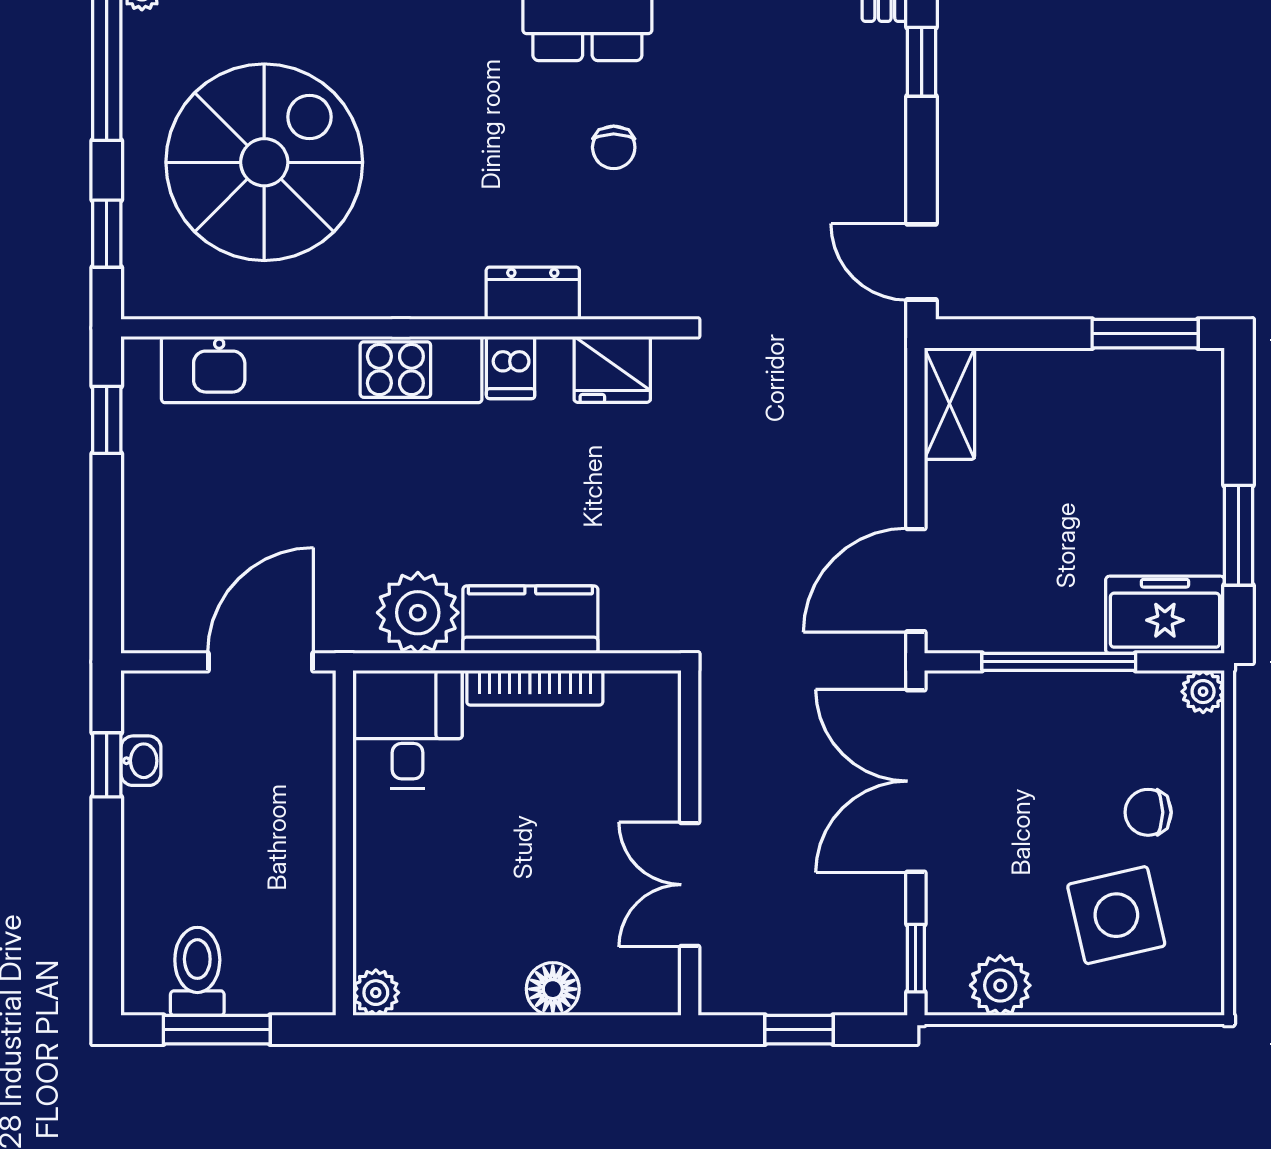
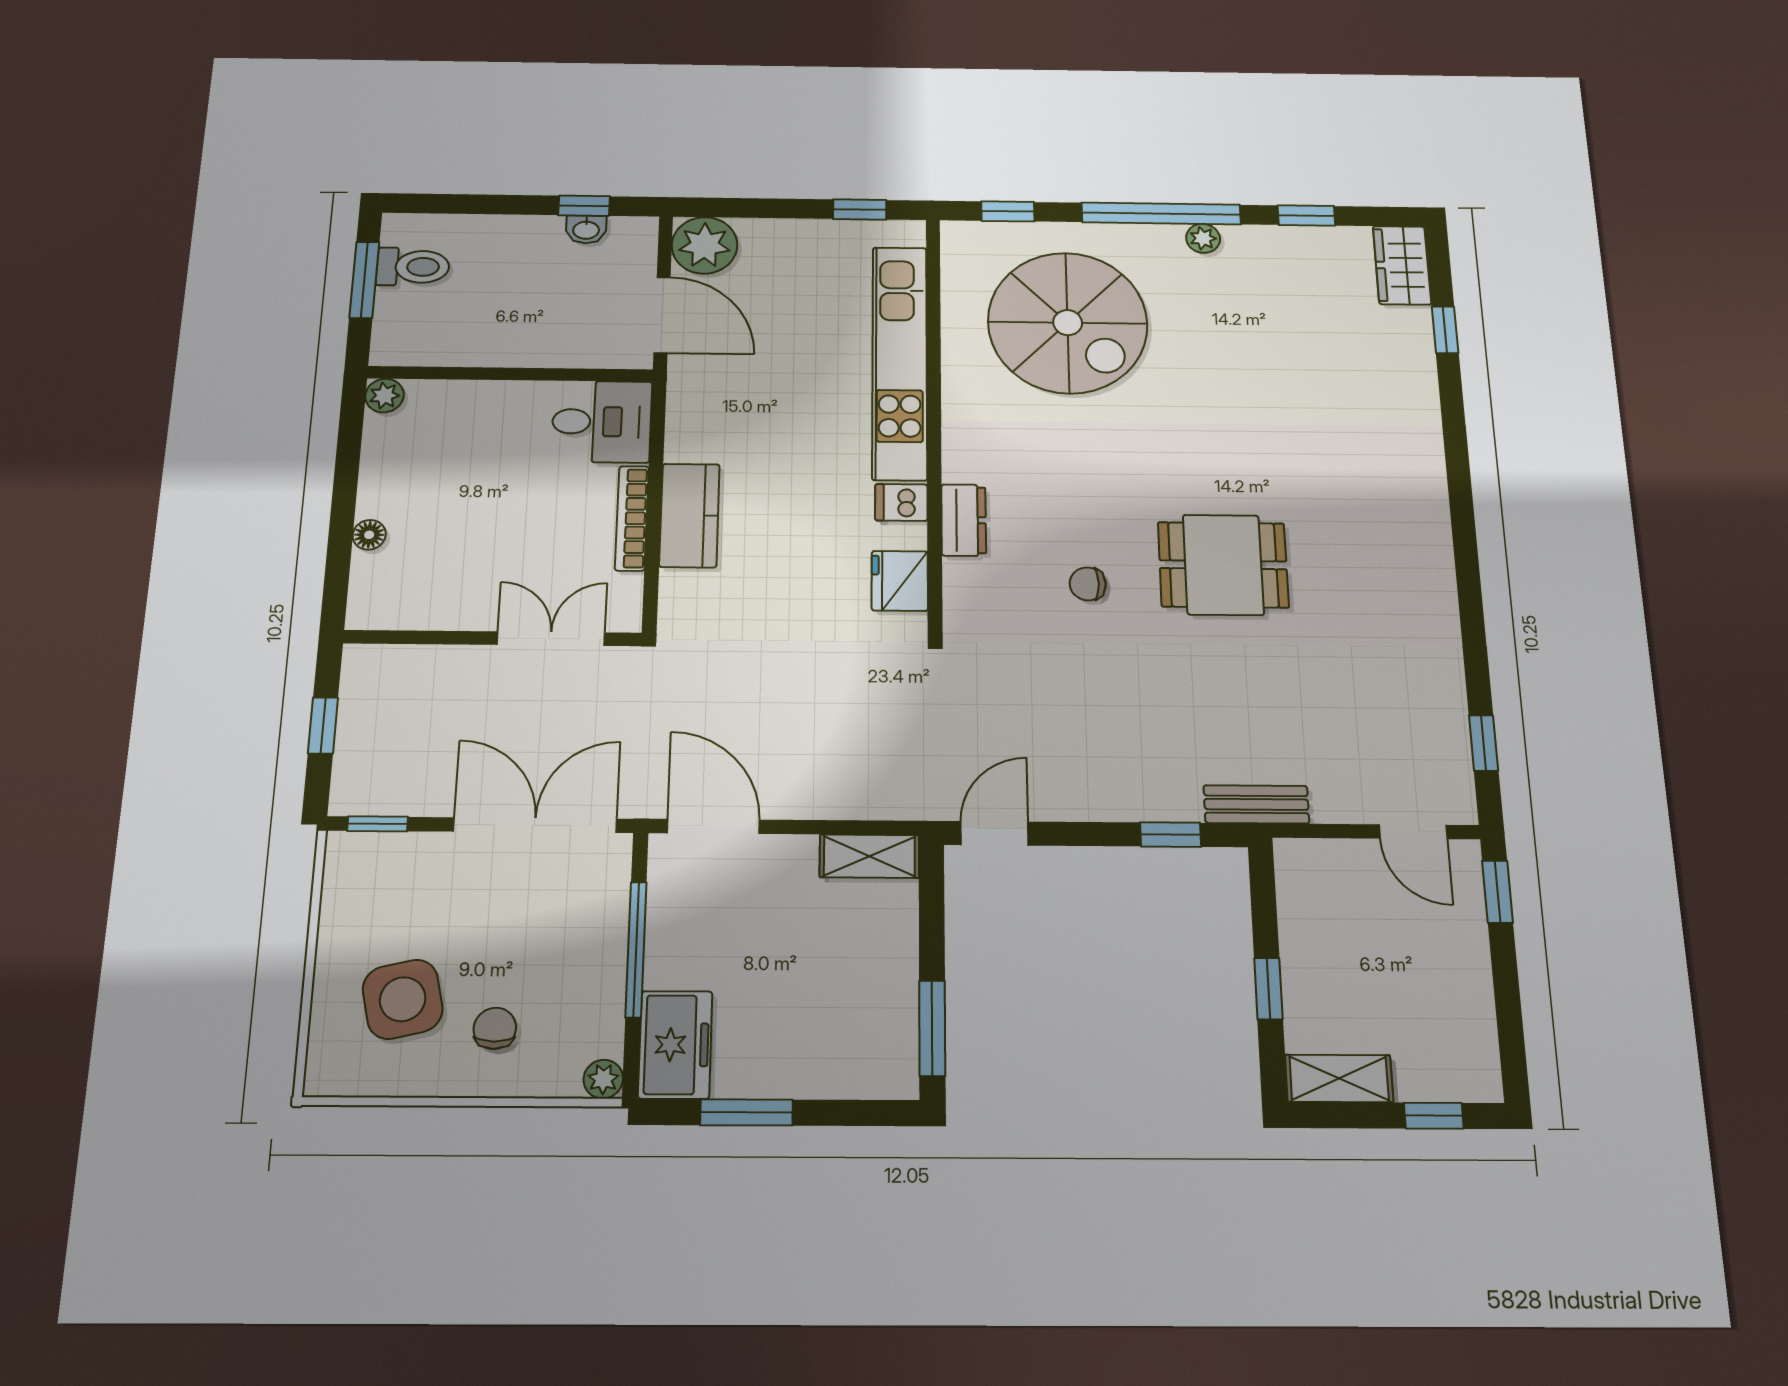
plant: (418, 613) -> (704, 245), moved
double door: (690, 885) -> (551, 639), moved
plant: (1000, 985) -> (347, 896), removed
floor lamp: (553, 989) -> (369, 535), width x0.73, depth x0.73

